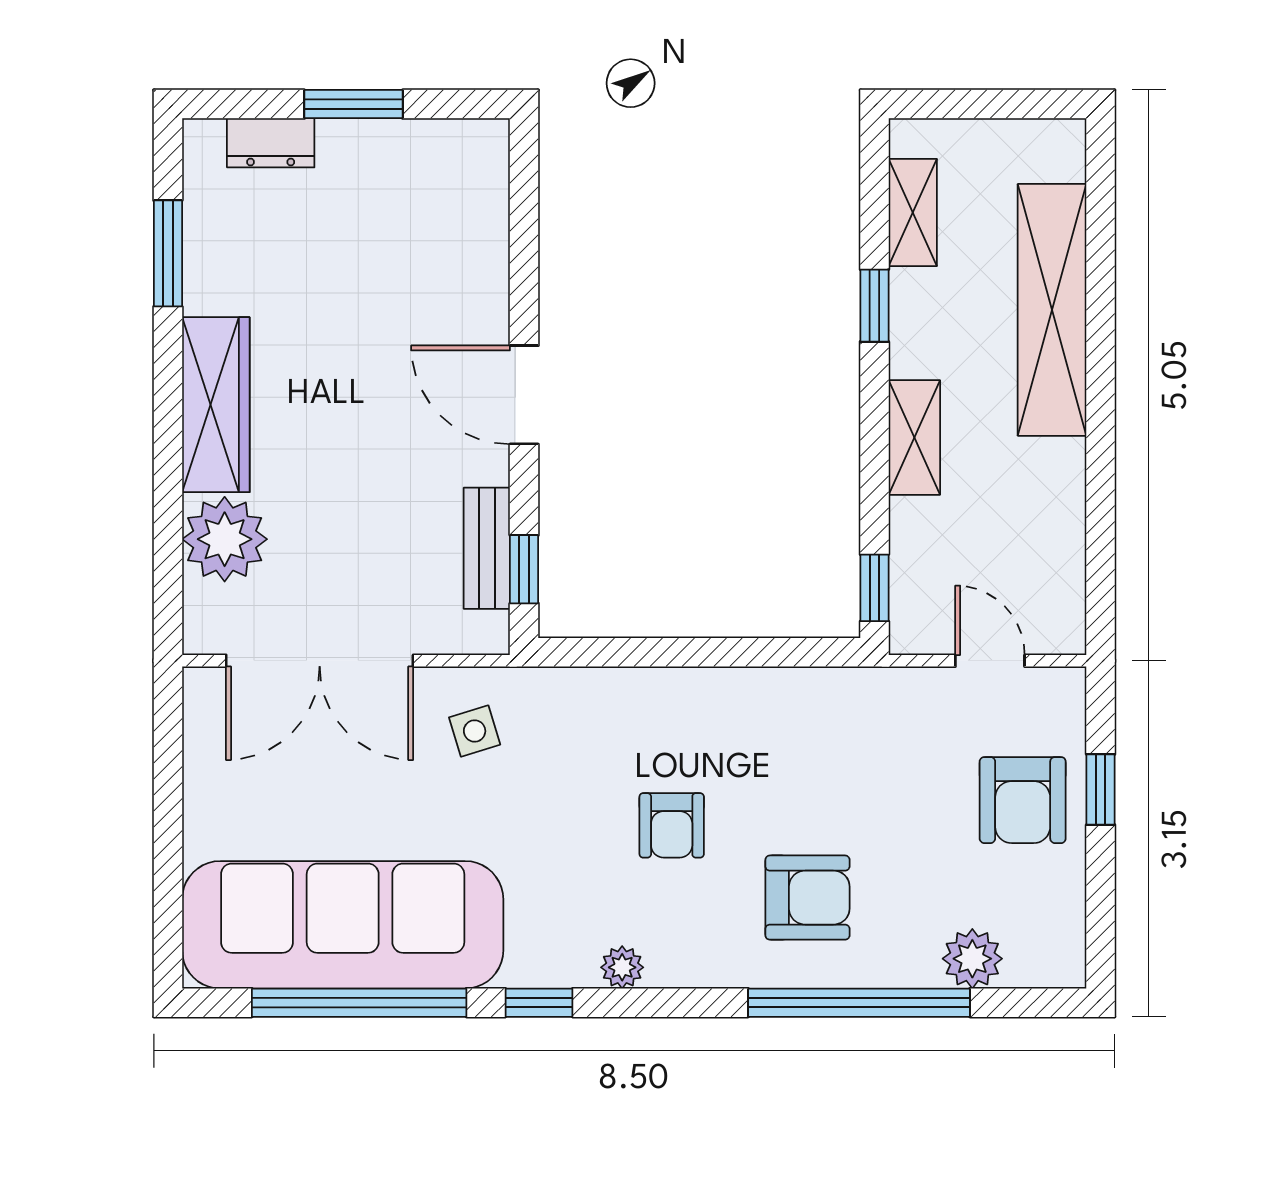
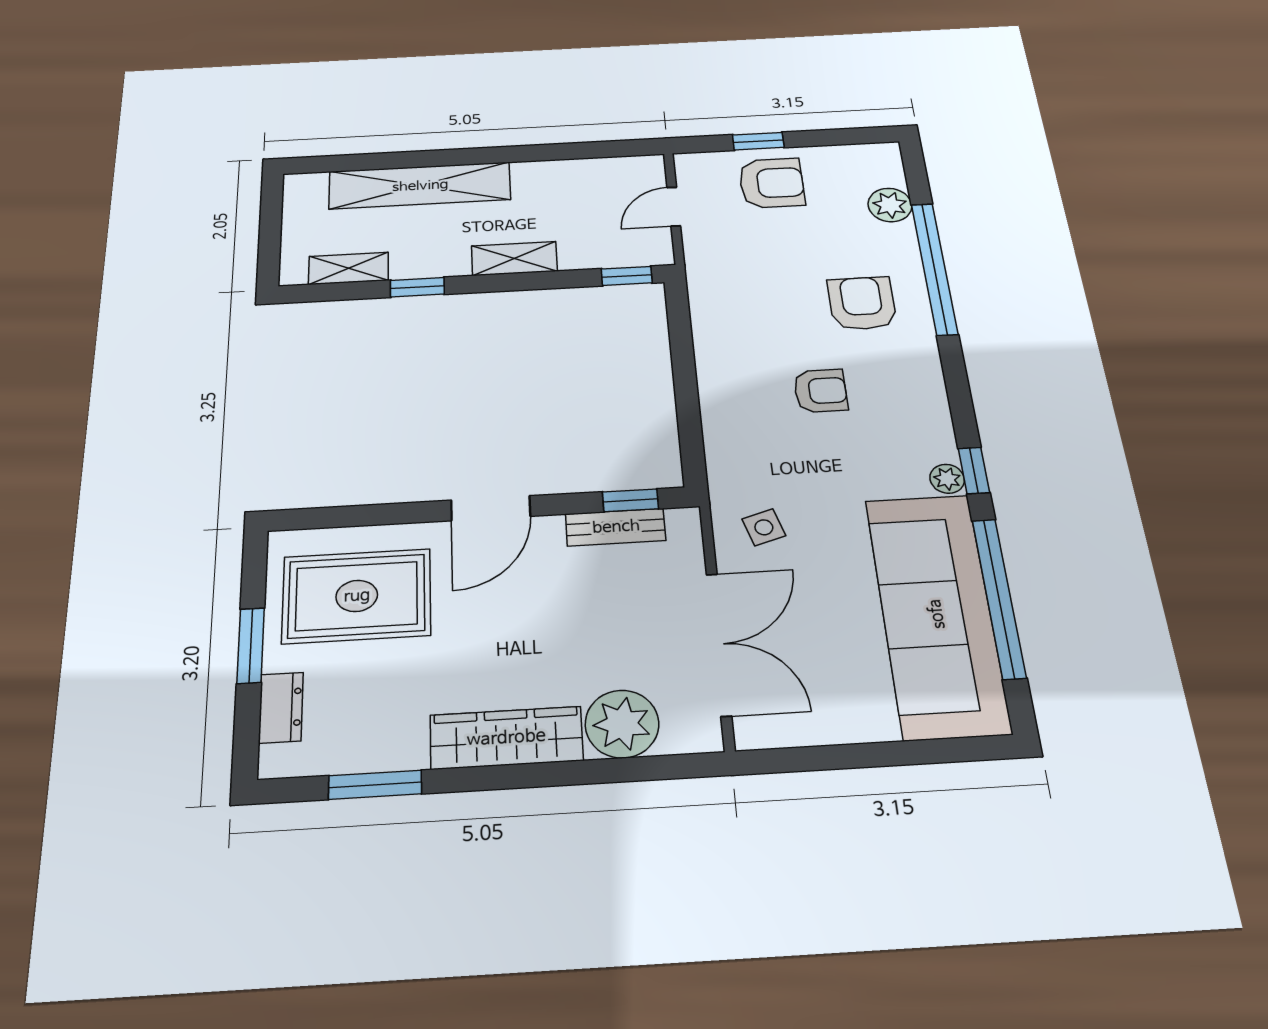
rug: (412, 230) -> (357, 596), added
plant: (622, 967) -> (947, 479), moved

